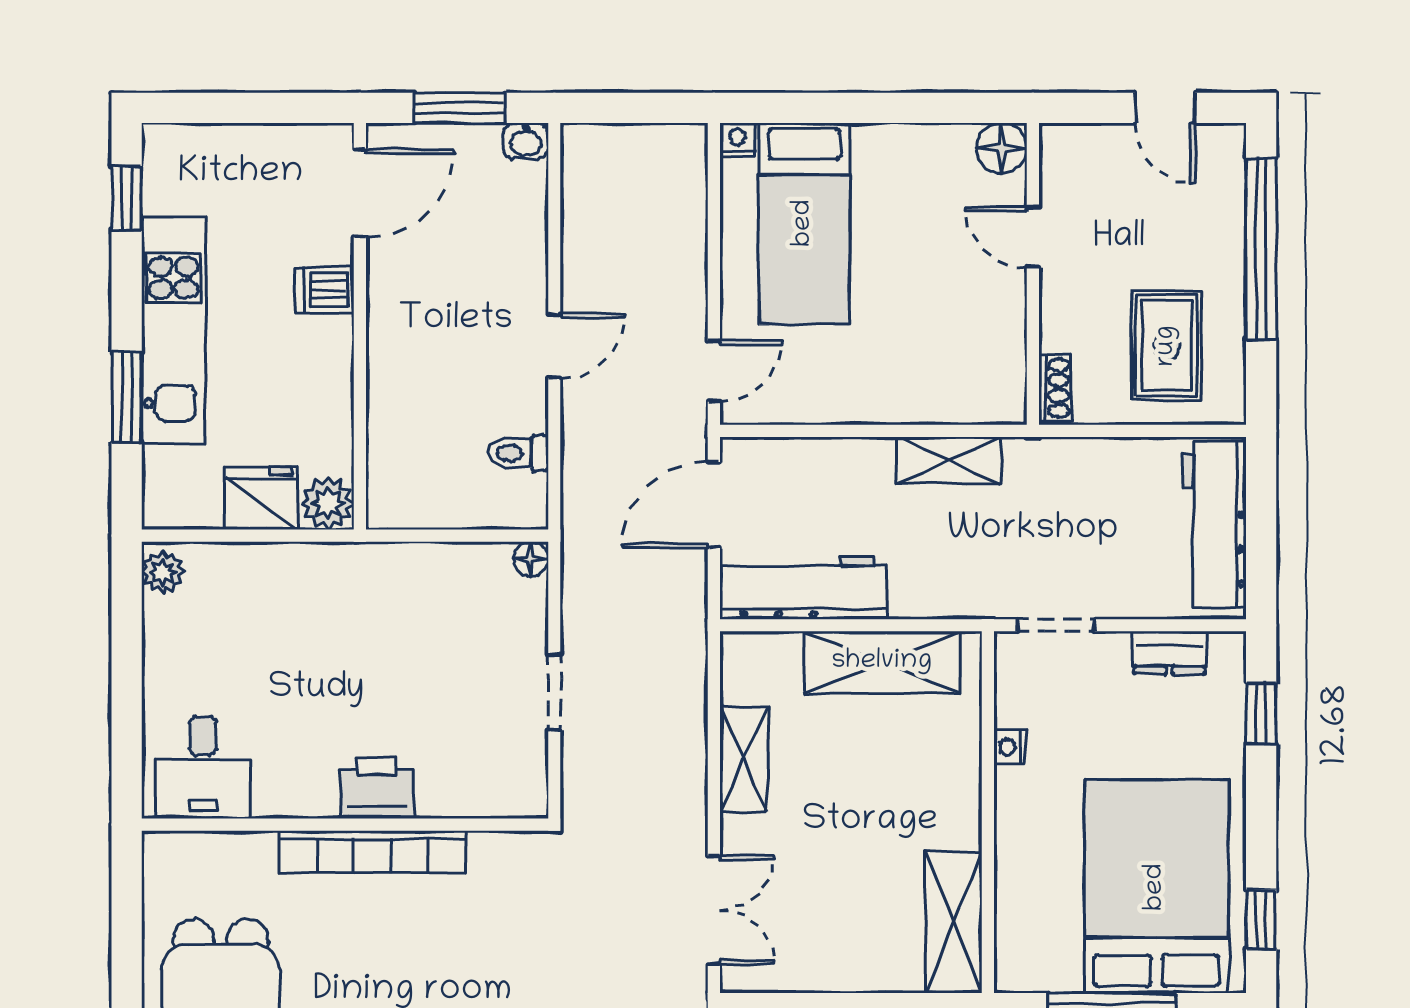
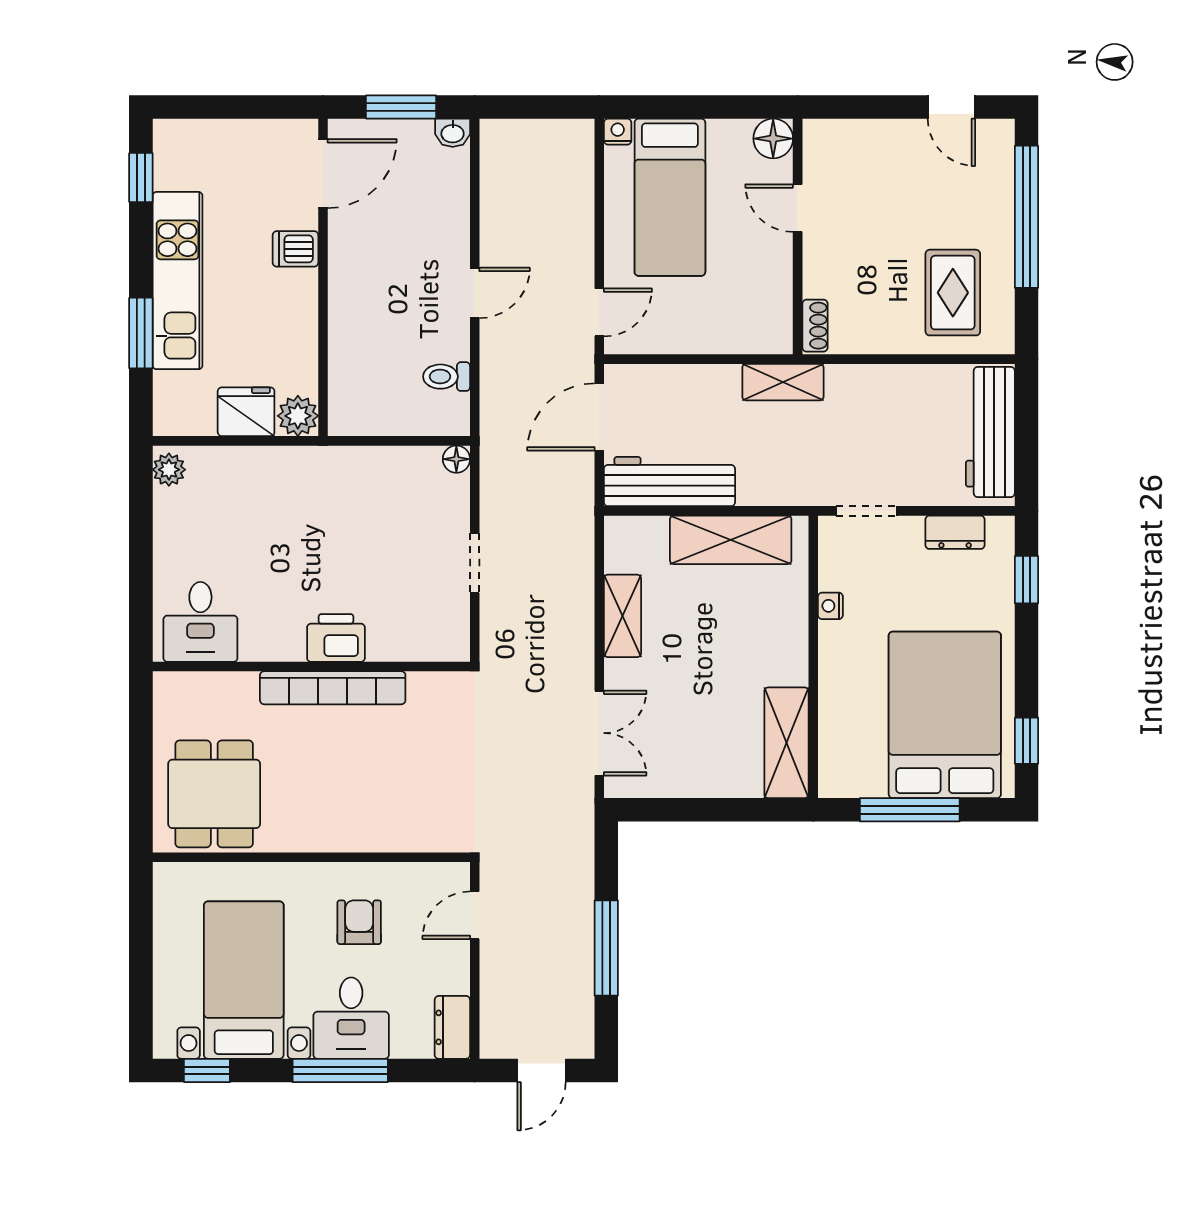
floor lamp: (1001, 148) -> (773, 139), moved
door: (1033, 237) -> (798, 208), moved
wall: (1033, 274) -> (798, 237), moved
shoe rack: (1055, 388) -> (815, 326), moved

